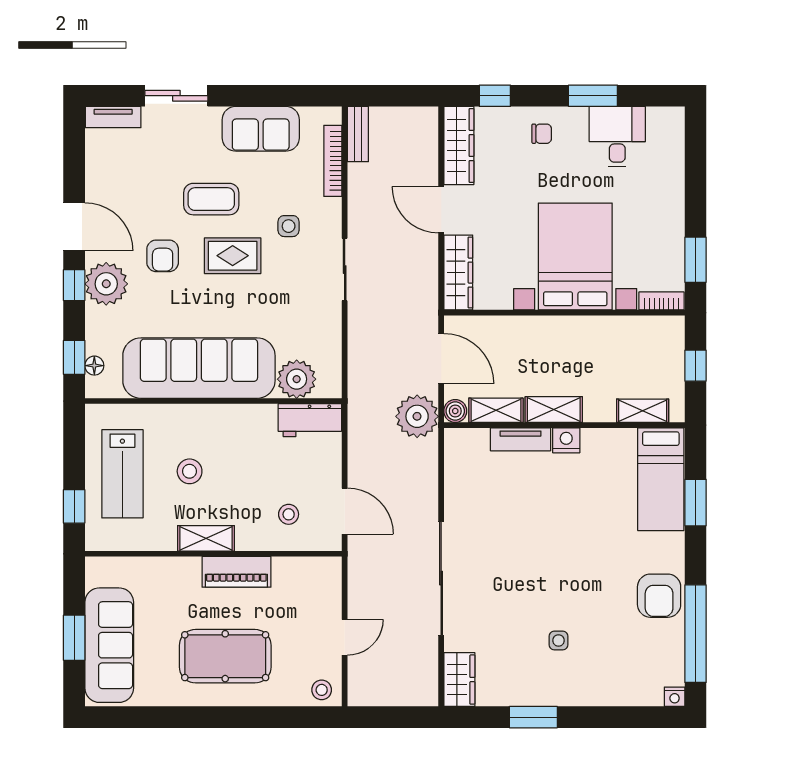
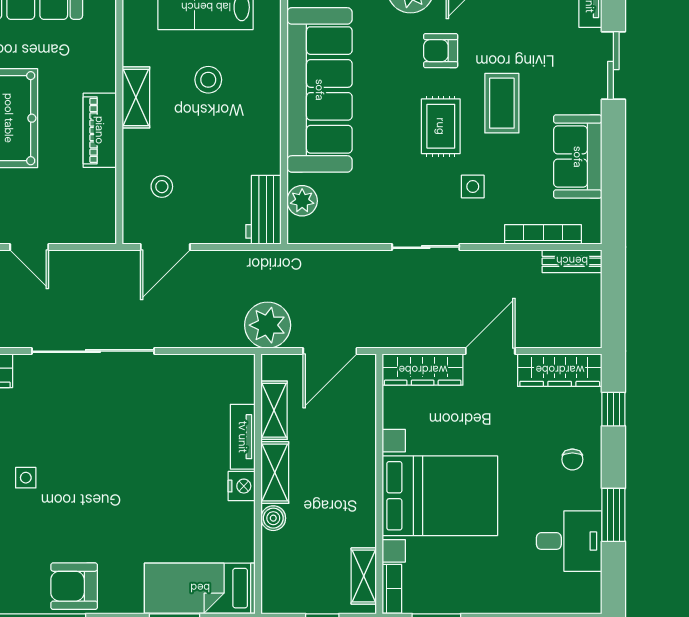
plant: (297, 379) -> (302, 201), width x0.73, depth x0.73
boiler: (455, 411) -> (273, 518), moved
shelving: (643, 411) -> (364, 576), moved

